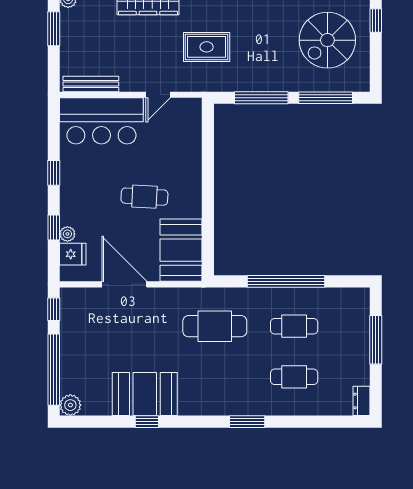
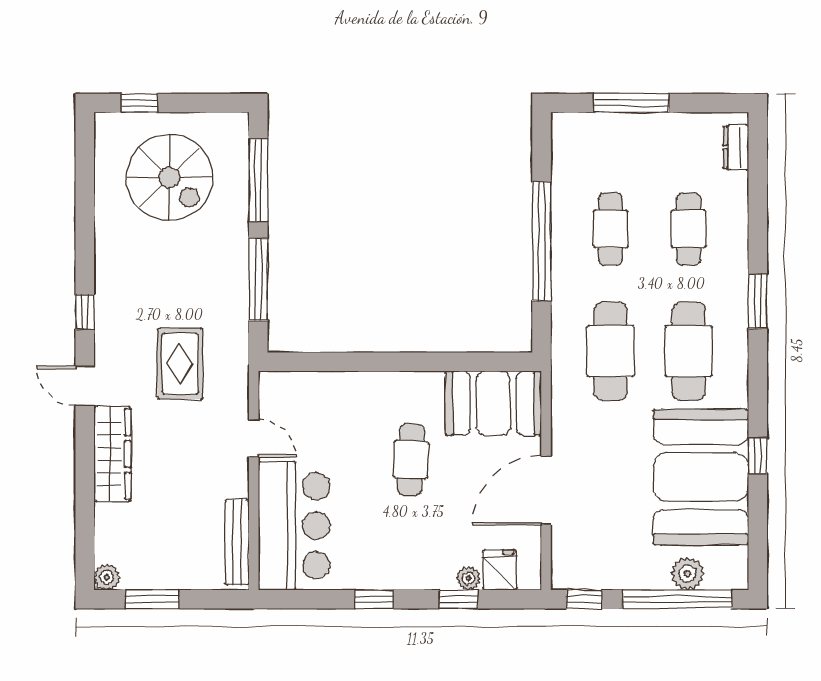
cafe table: (215, 377) -> (689, 351), added
booth: (145, 394) -> (701, 477), width x1.36, depth x1.42
dresser: (362, 401) -> (736, 147), moved, turned 90
plant: (70, 405) -> (687, 574), moved

